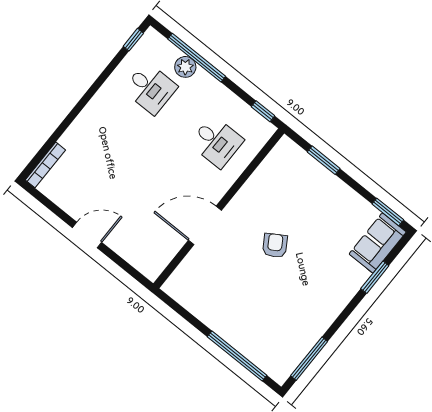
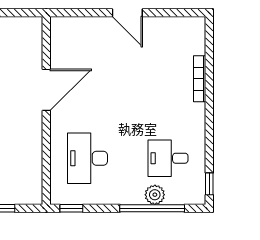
desk: (216, 142) -> (88, 158), width x1.37
bookcase: (45, 165) -> (200, 79), moved
door: (87, 235) -> (127, 13), hinge flipped

